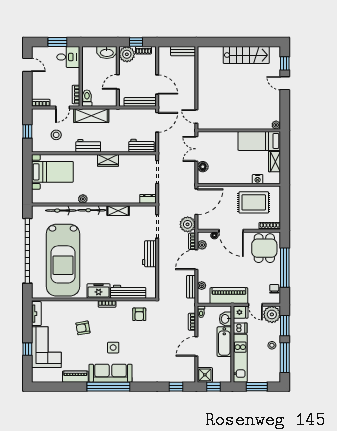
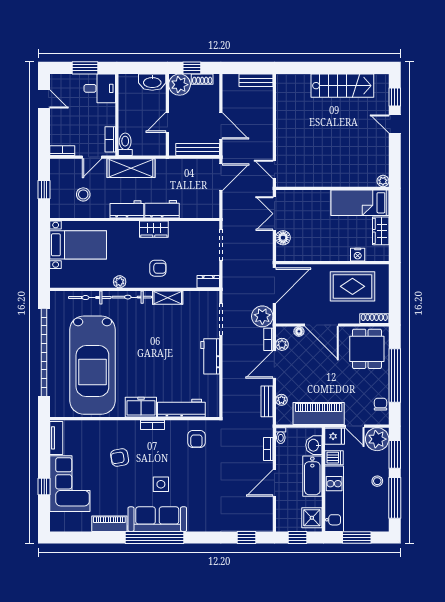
workbench: (142, 146) -> (162, 209), moved
armchair: (111, 189) -> (158, 268), added
shower: (205, 375) -> (312, 518), moved

